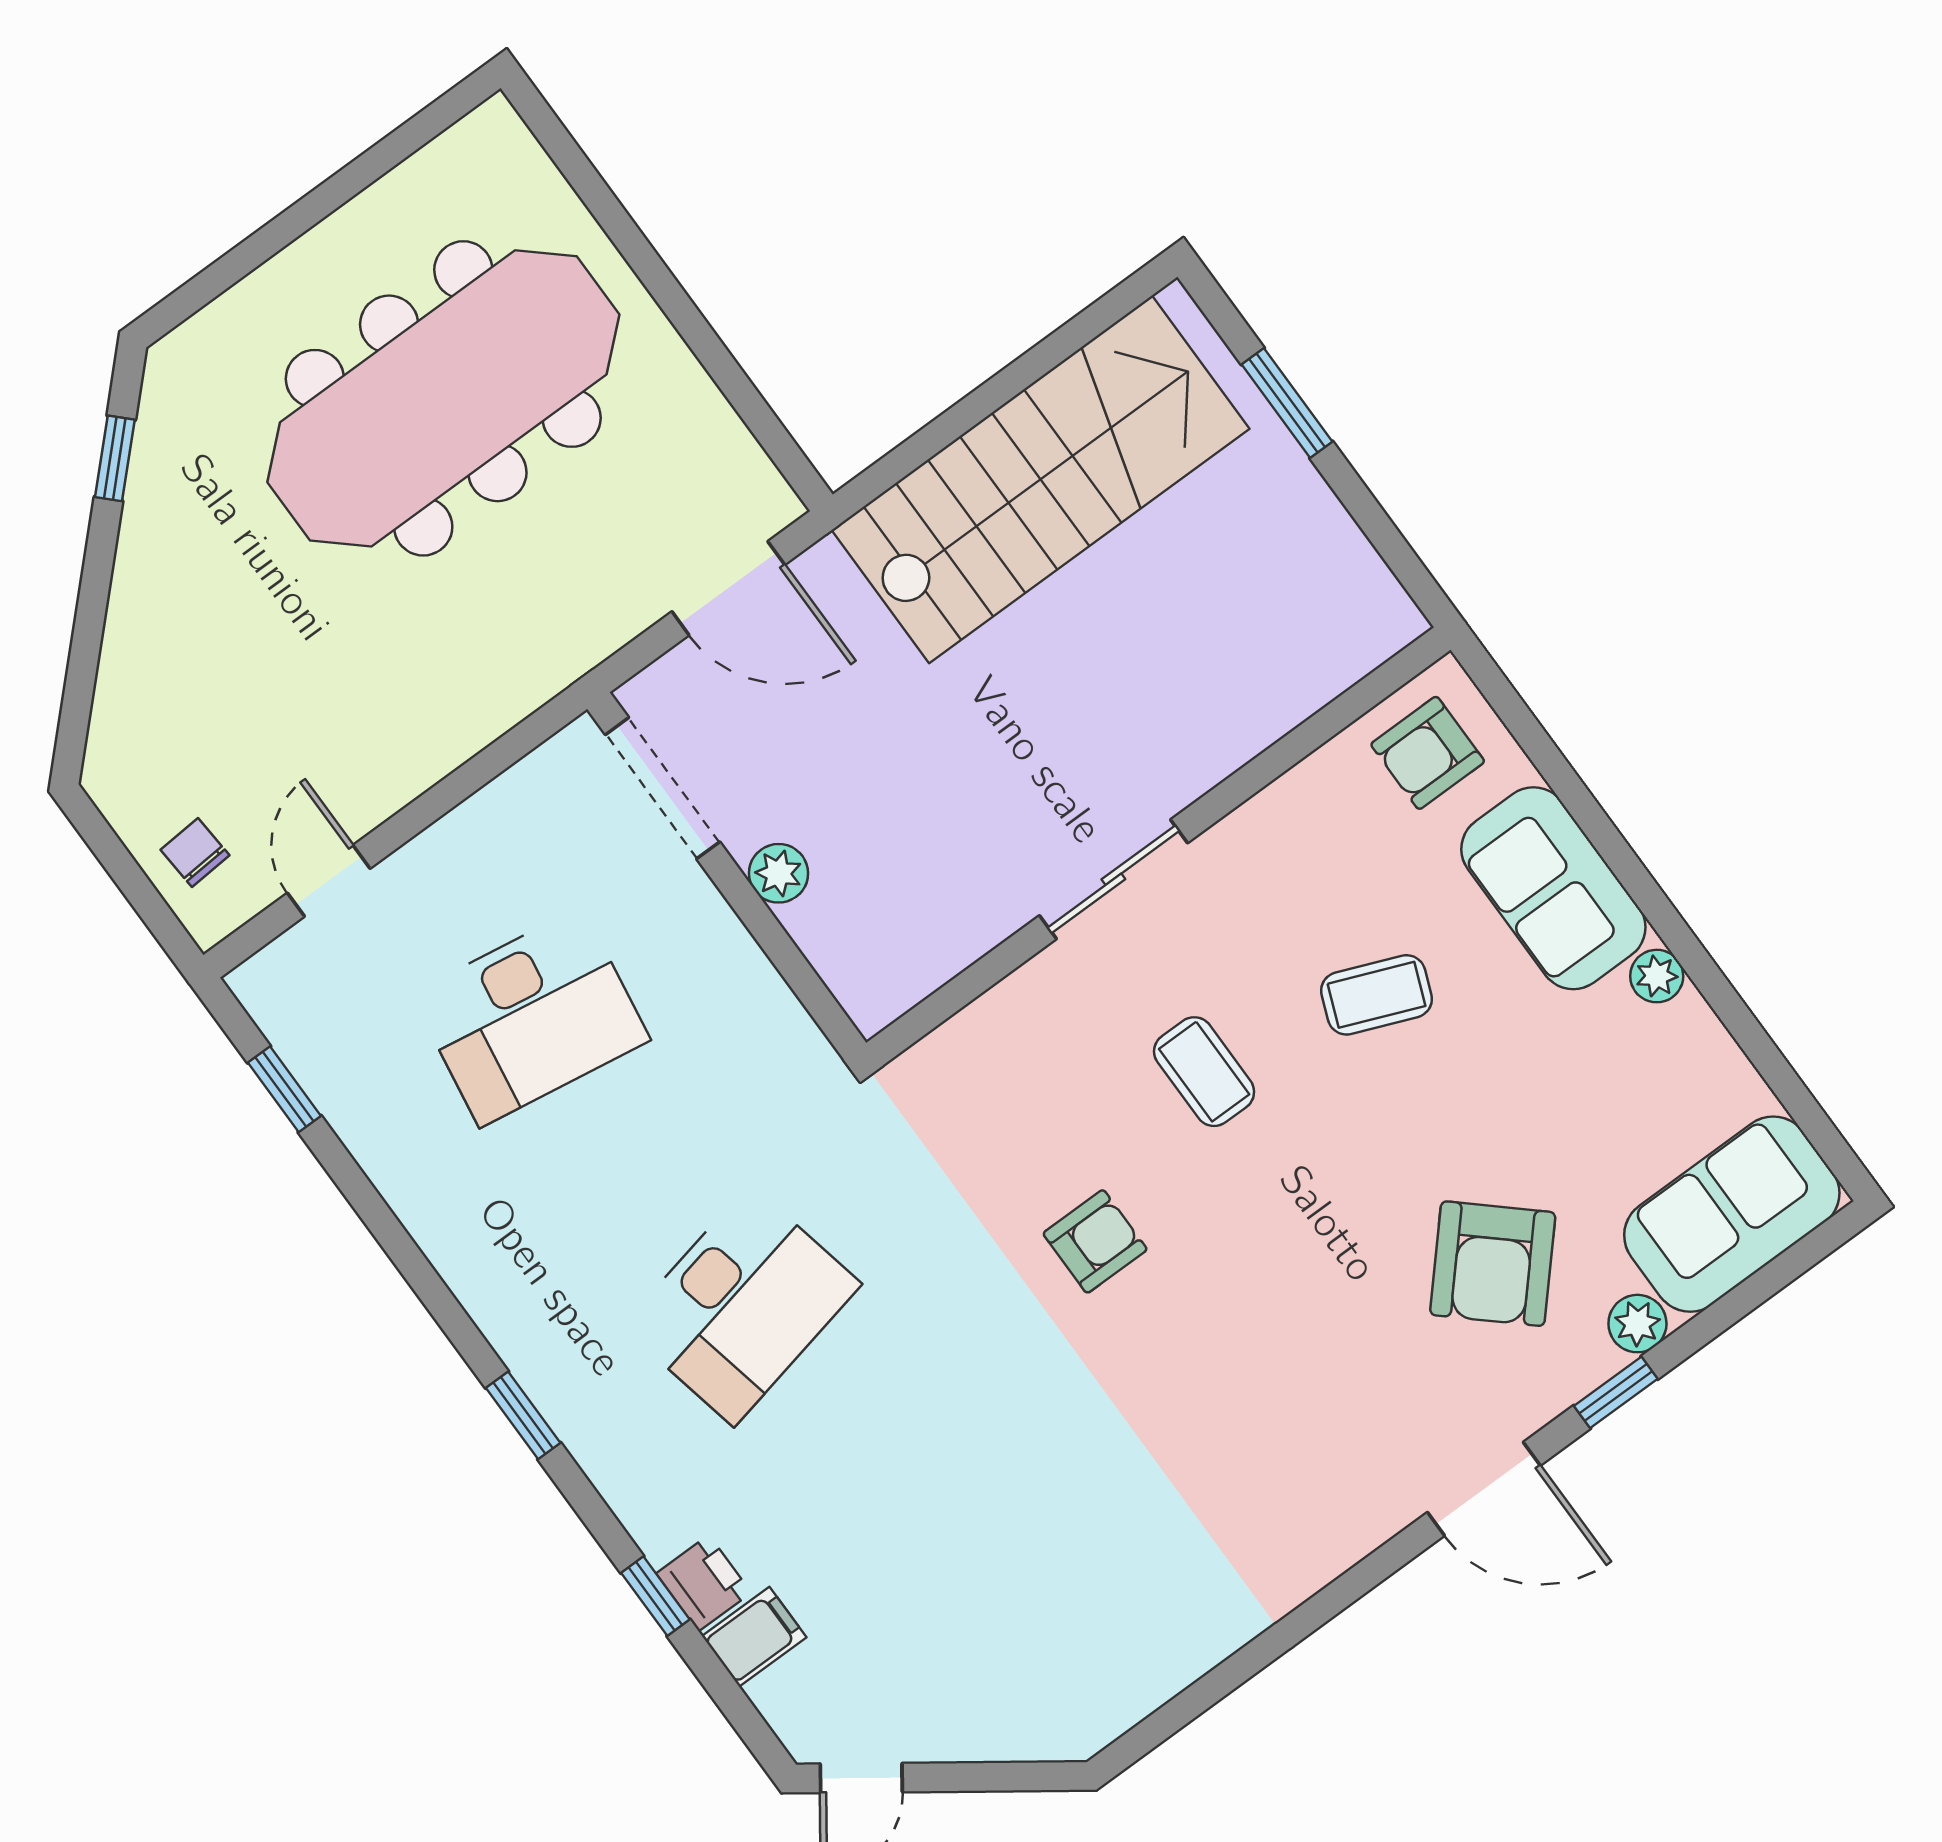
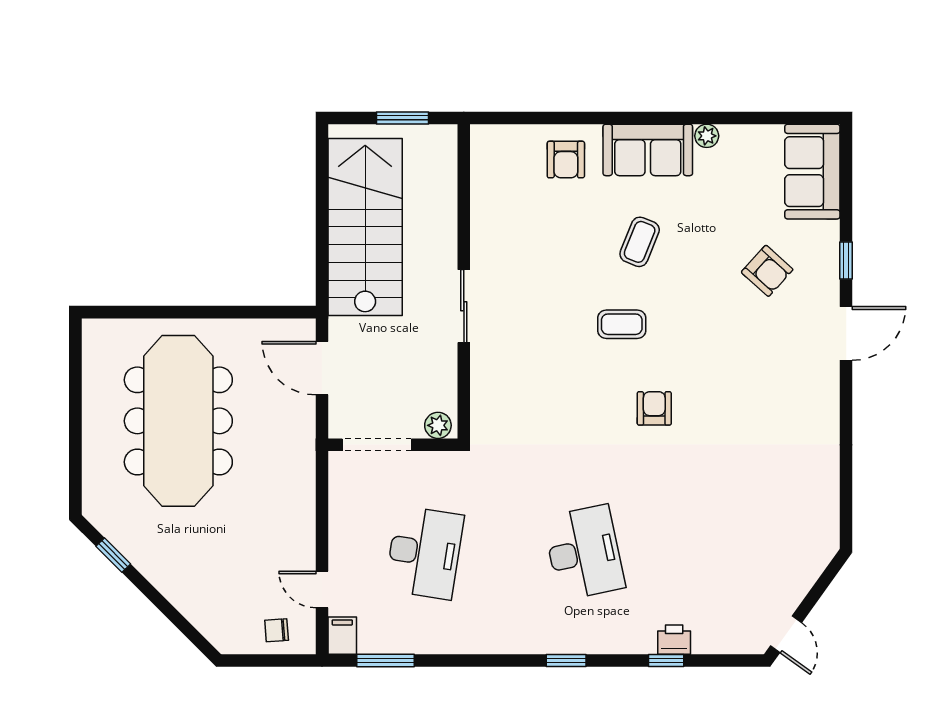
door: (728, 588) -> (322, 368), swing flipped
wall: (1158, 846) -> (464, 281), moved
sliding door: (1113, 879) -> (464, 306), moved
window: (284, 1089) -> (385, 660), width x1.50
armchair: (1493, 1264) -> (767, 271), width x0.72, depth x0.72
plant: (1637, 1324) -> (827, 234), removed
filing cabinet: (754, 1637) -> (342, 636), moved

